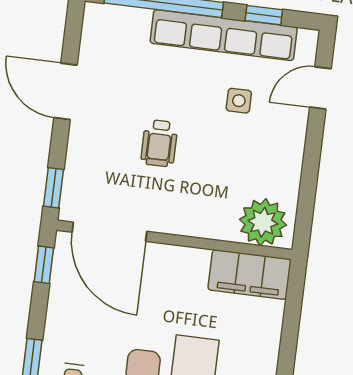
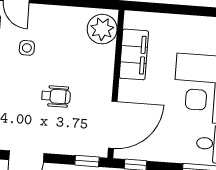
filing cabinet: (250, 274) -> (134, 54), moved

